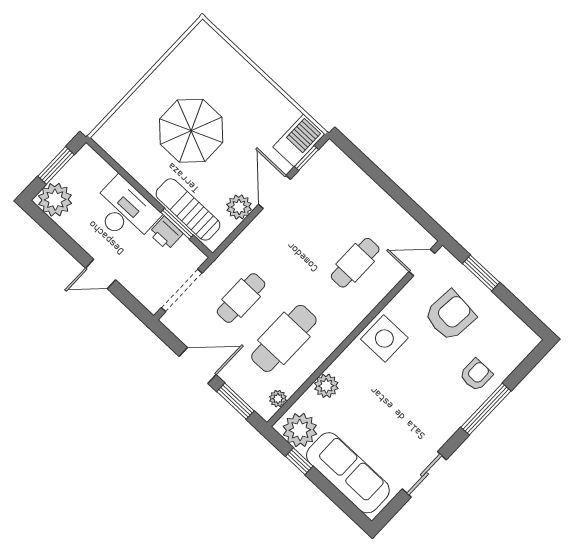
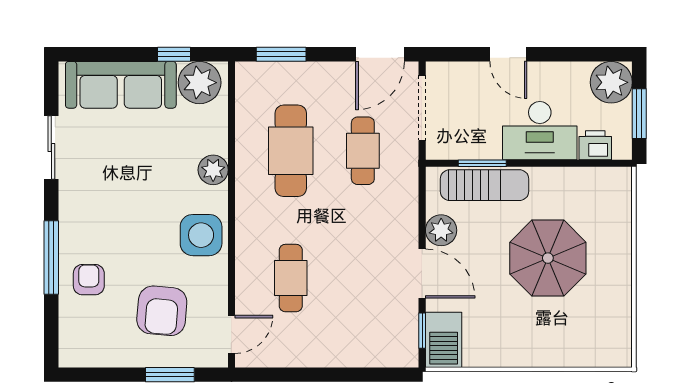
printer: (166, 233) -> (595, 145), moved
door: (101, 274) -> (508, 54), swing flipped
door: (198, 366) -> (380, 54), moved
armchair: (476, 375) -> (89, 280), turned 180
plant: (326, 386) -> (213, 170), moved
plant: (278, 399) -> (246, 92), removed

